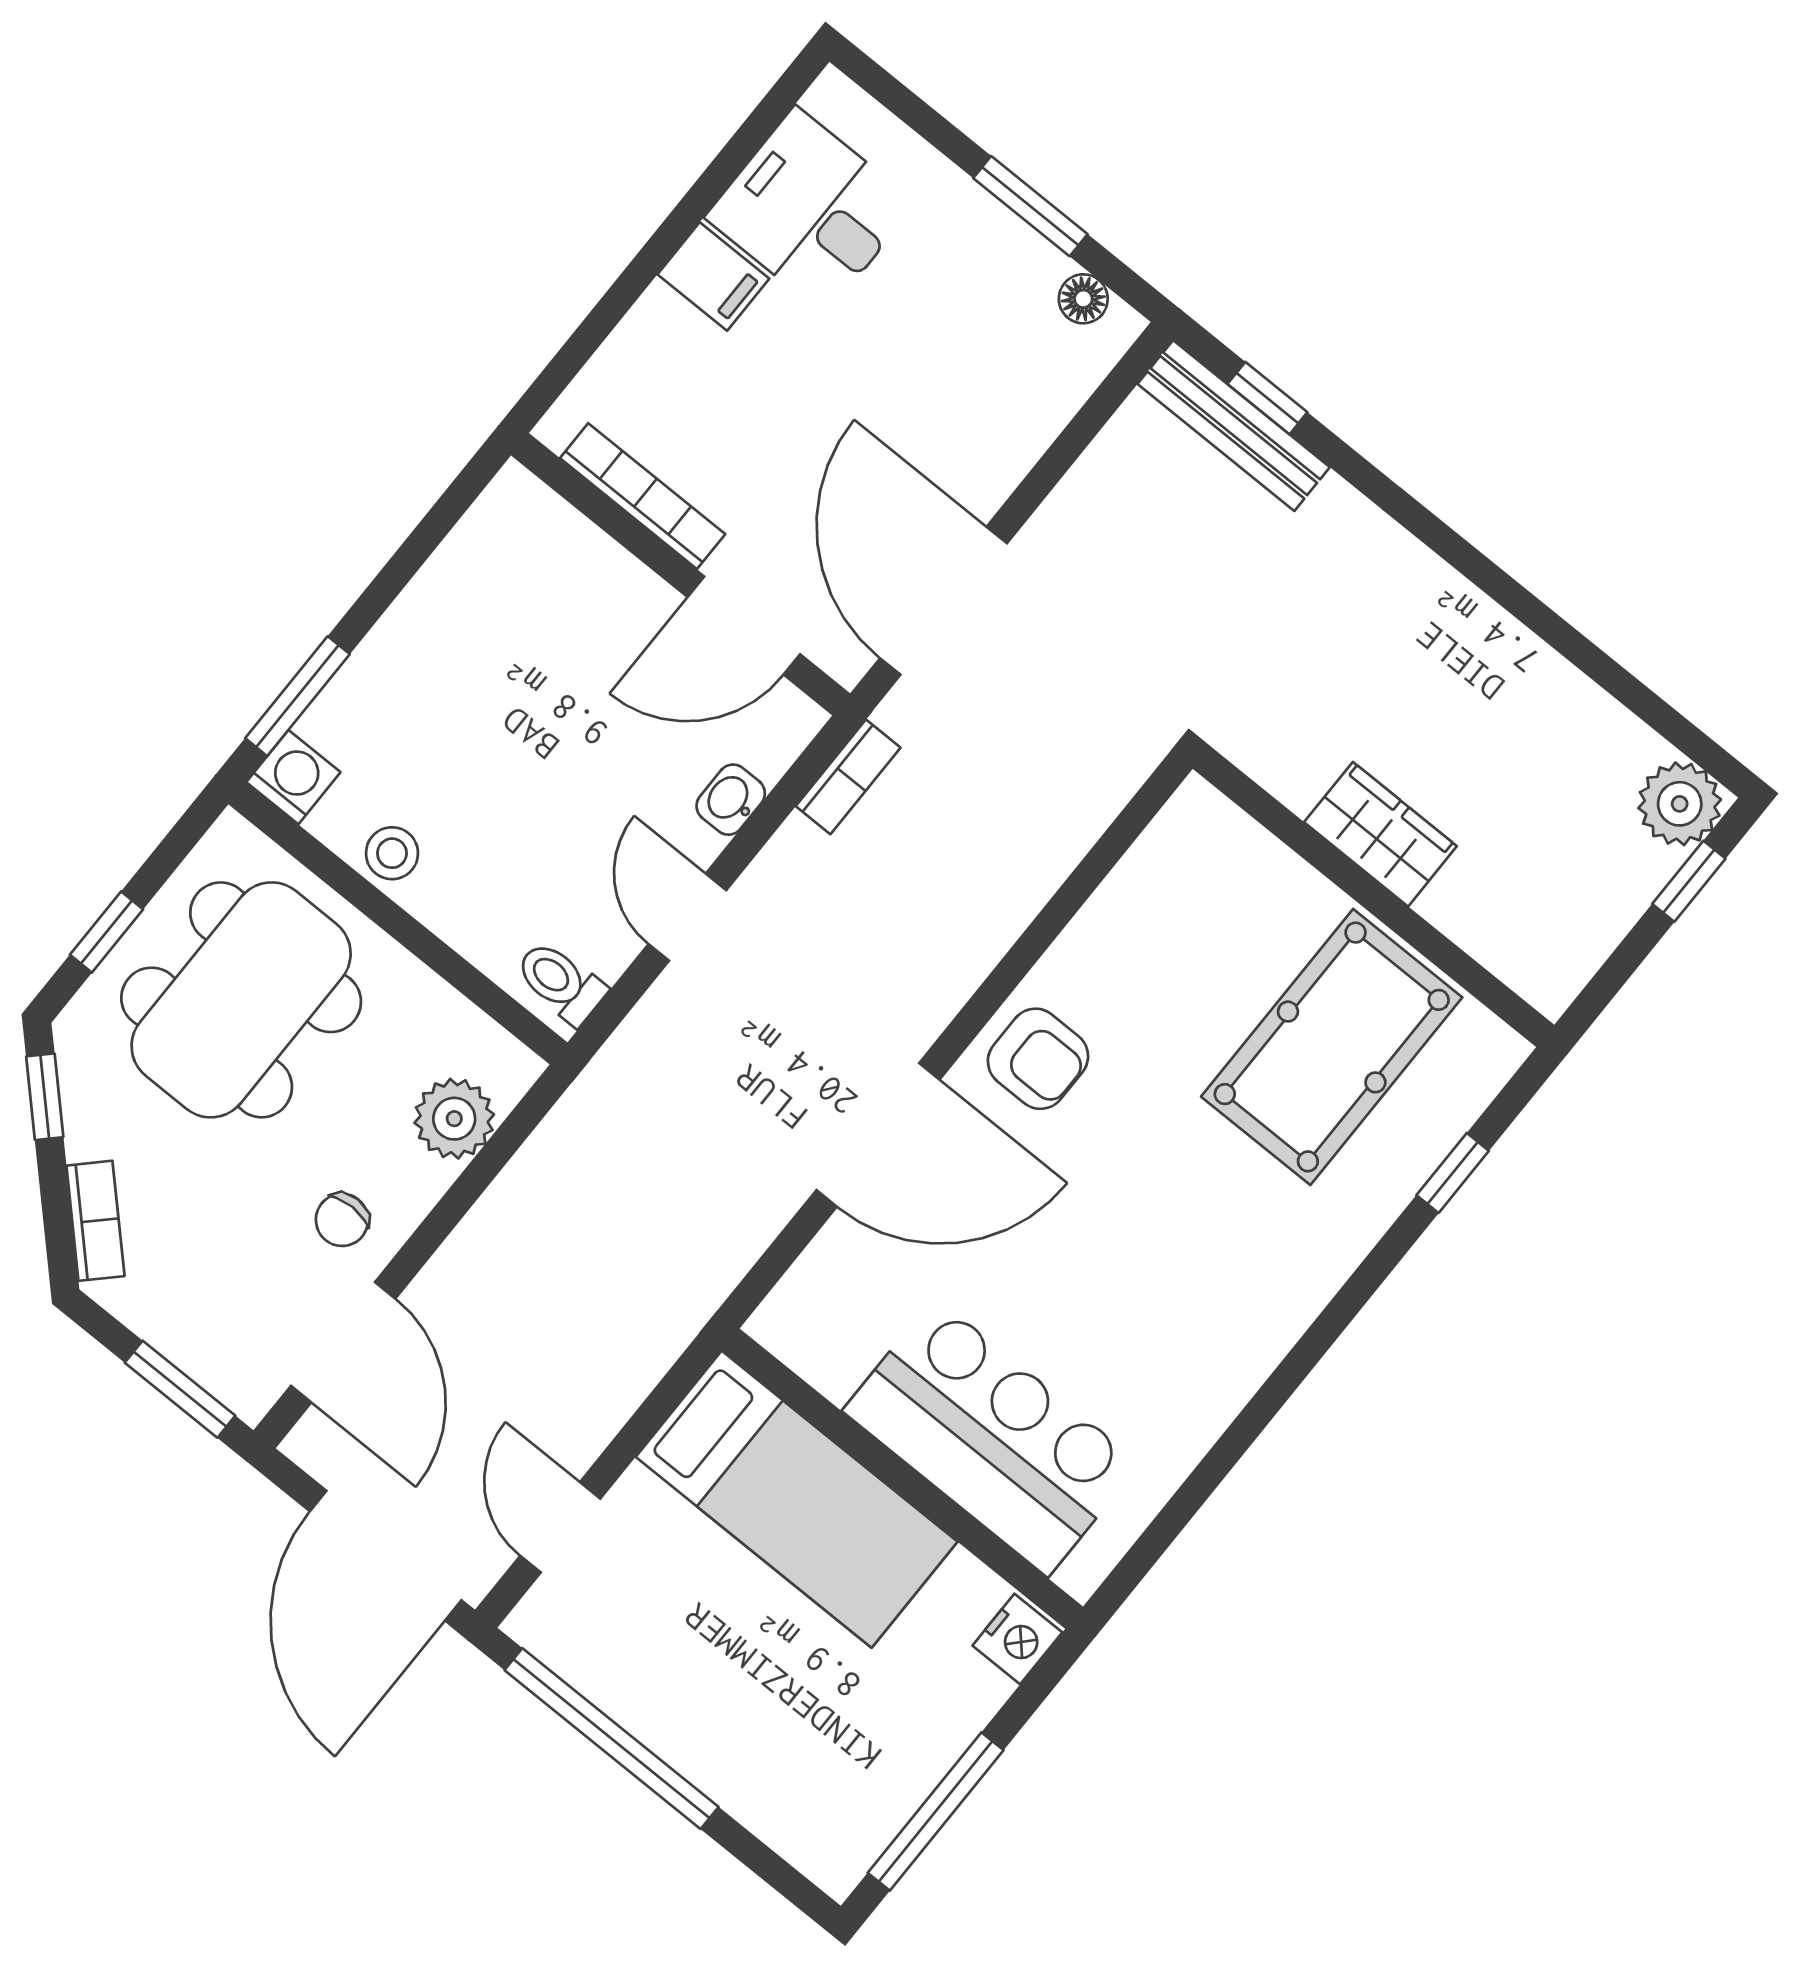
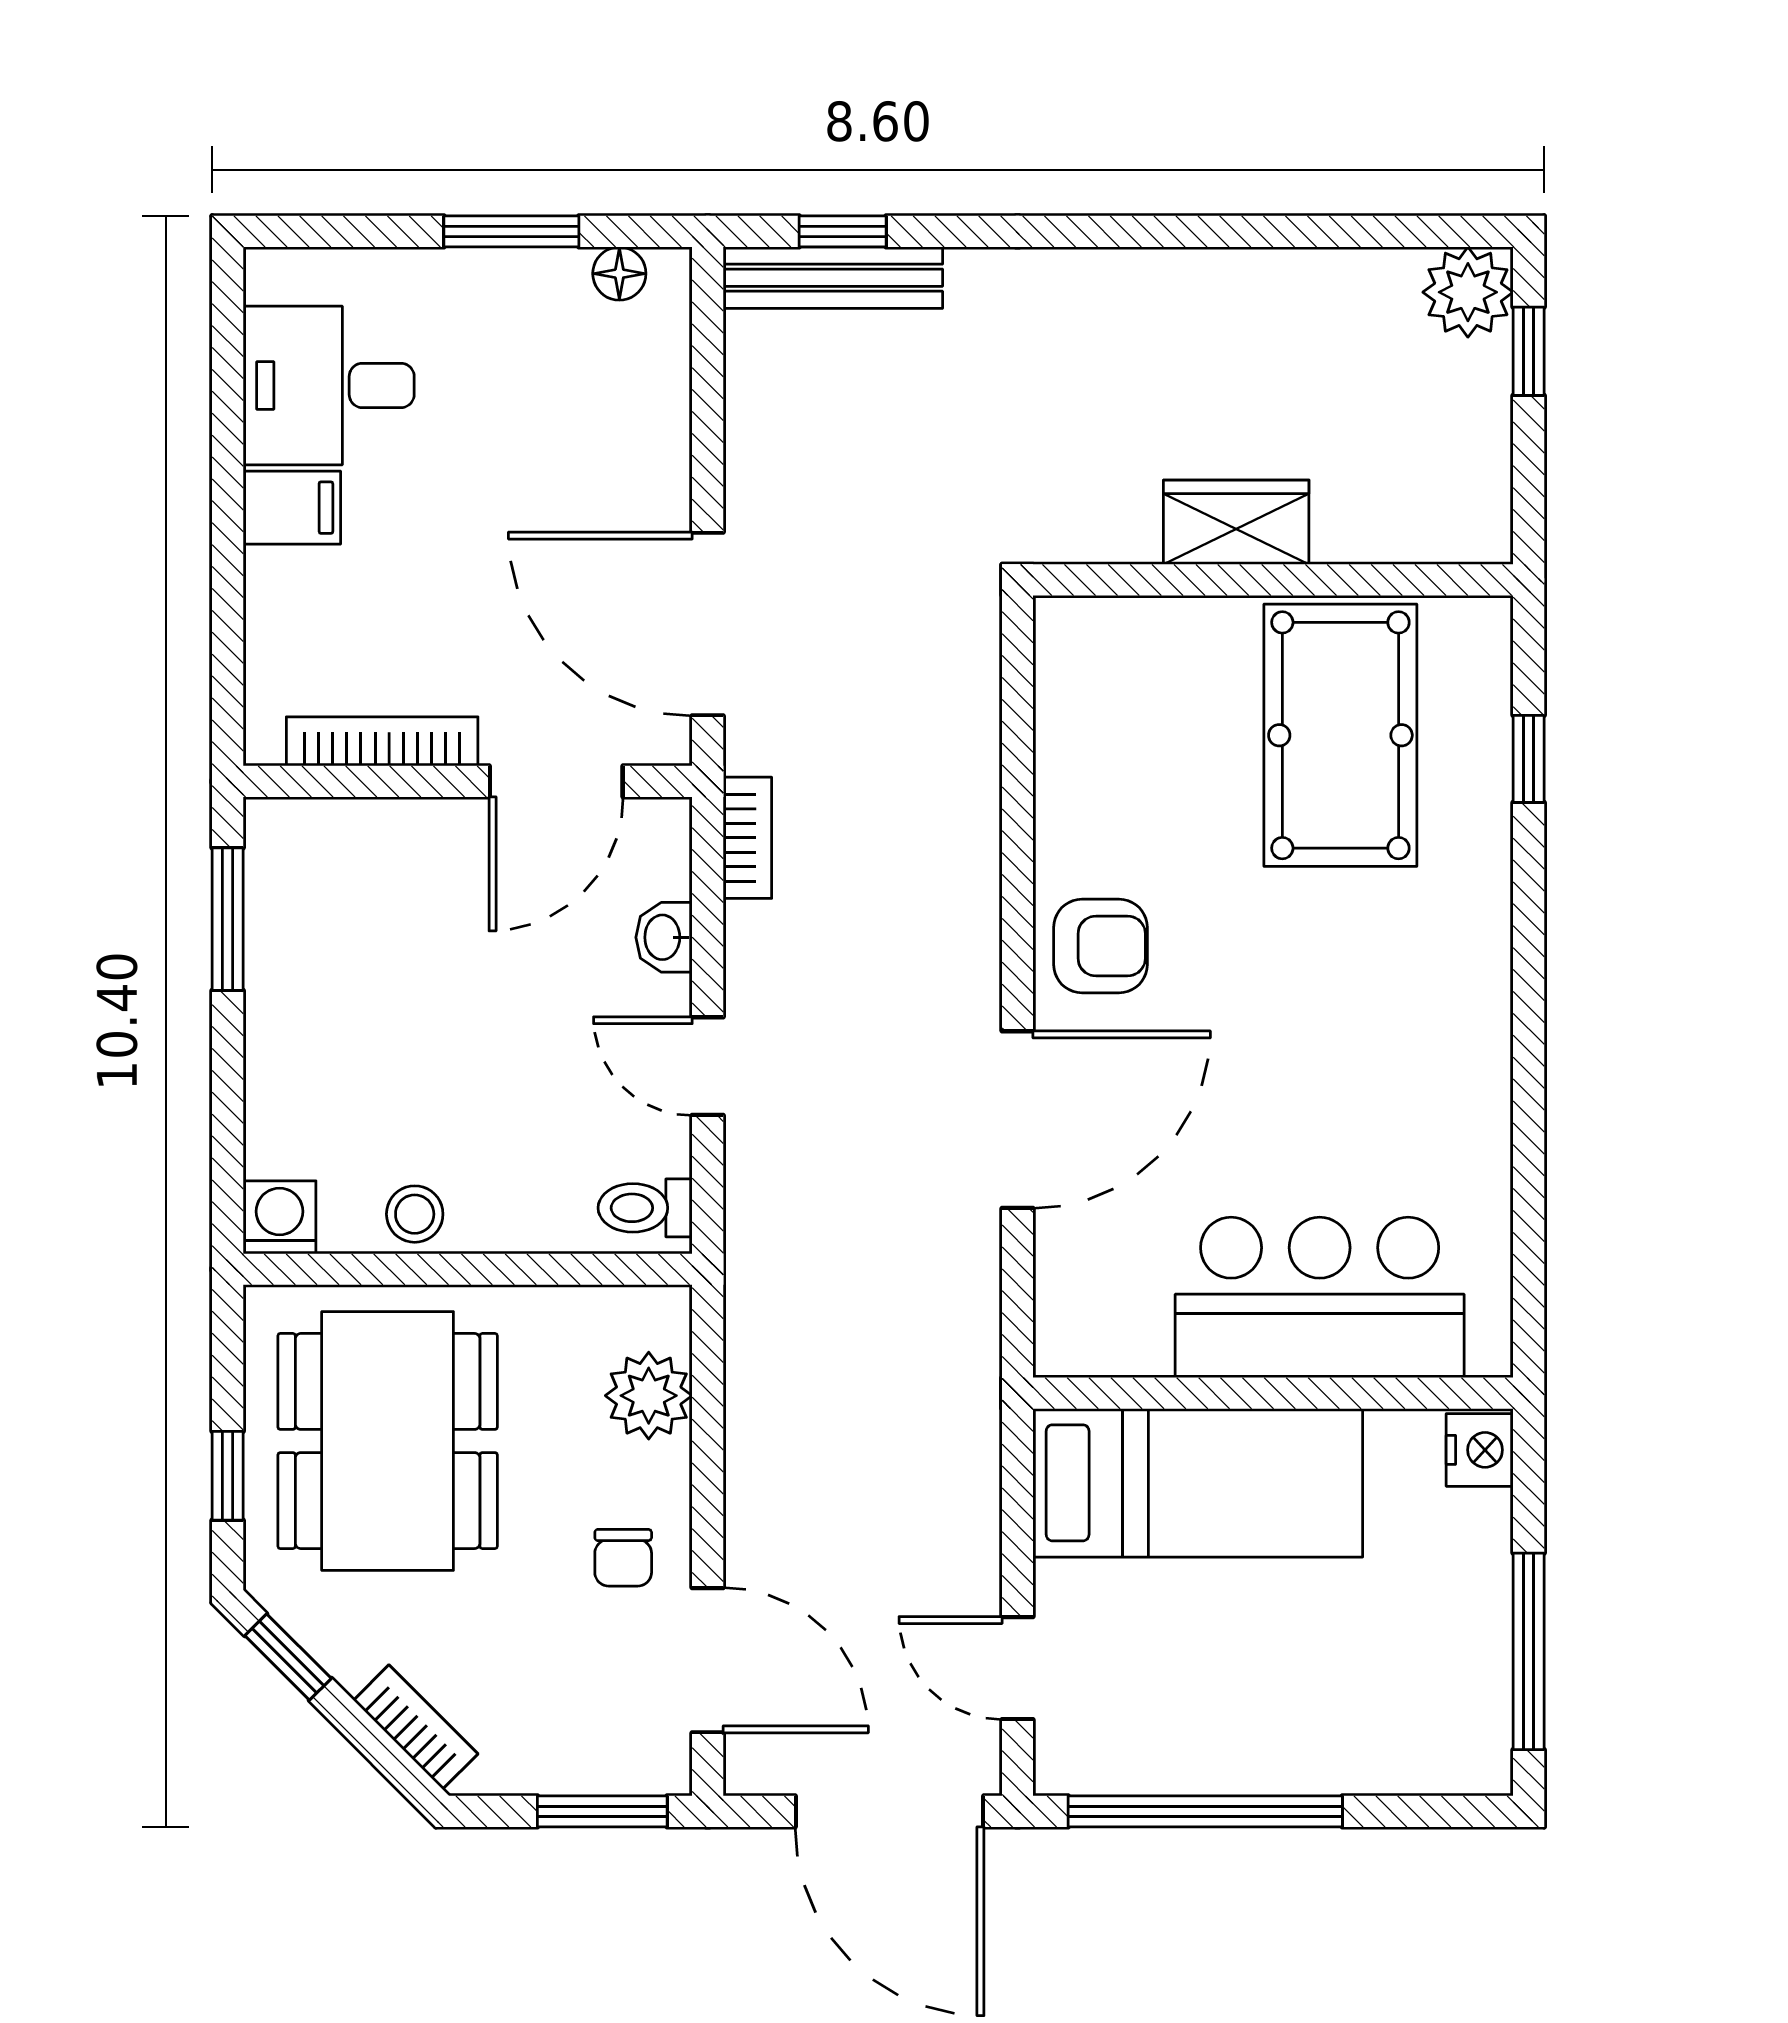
window: (297, 696) -> (228, 919), moved

